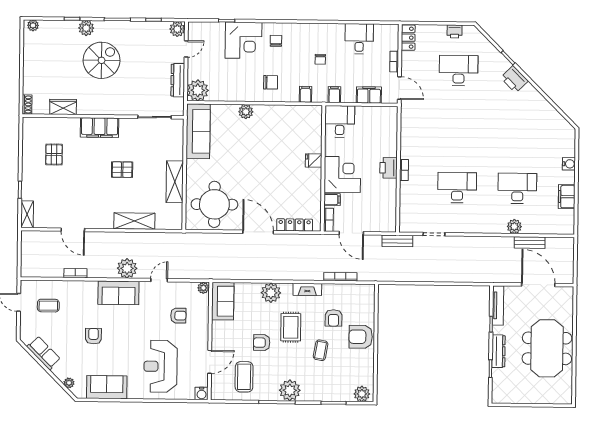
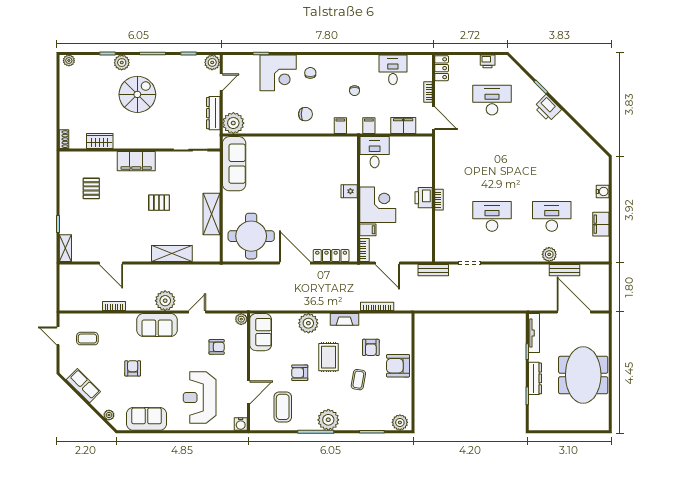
plant: (246, 112) -> (281, 144), removed

